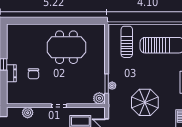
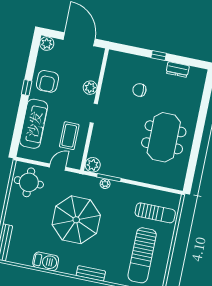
dresser: (11, 73) -> (178, 70), moved
parasol: (145, 102) -> (76, 220), width x1.36, depth x1.36
plant: (28, 113) -> (90, 88), moved

